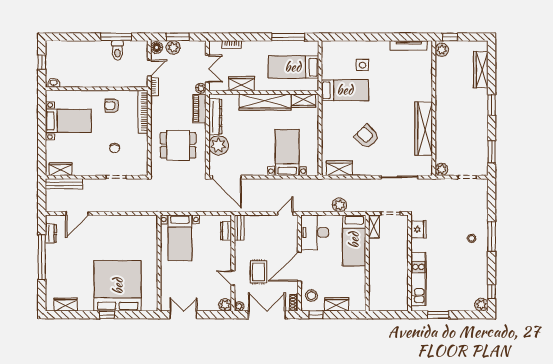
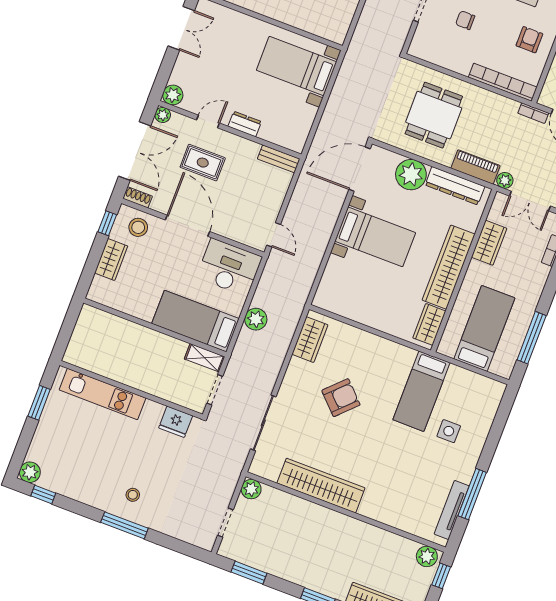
window: (395, 37) -> (472, 494), added
bed with nightstands: (287, 153) -> (375, 237), moved
dresser: (226, 231) -> (245, 124), moved

